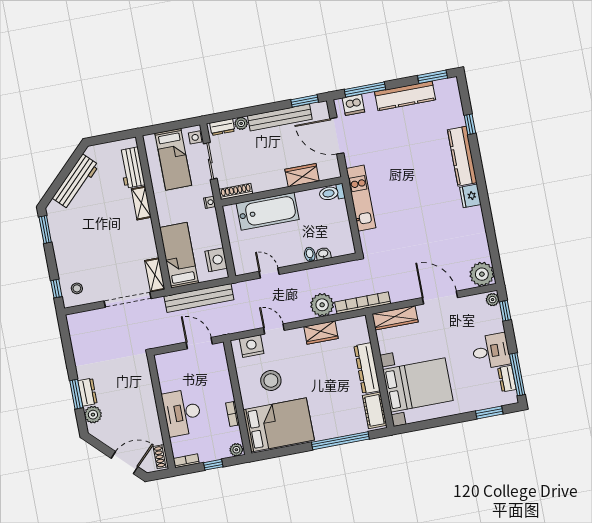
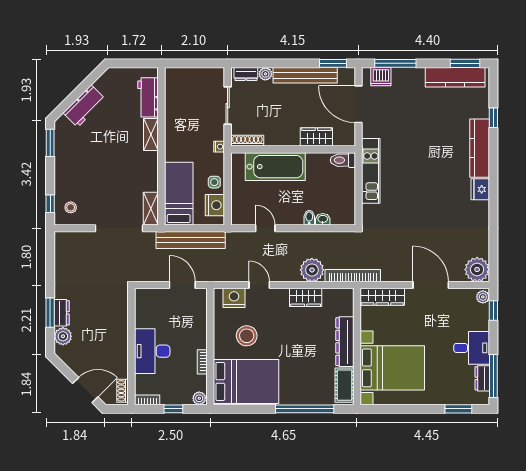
kitchen counter: (405, 96) -> (455, 77), moved
side table: (195, 137) -> (214, 182), moved
bed: (173, 159) -> (191, 97), removed
workbench: (76, 182) -> (84, 106), width x0.73

